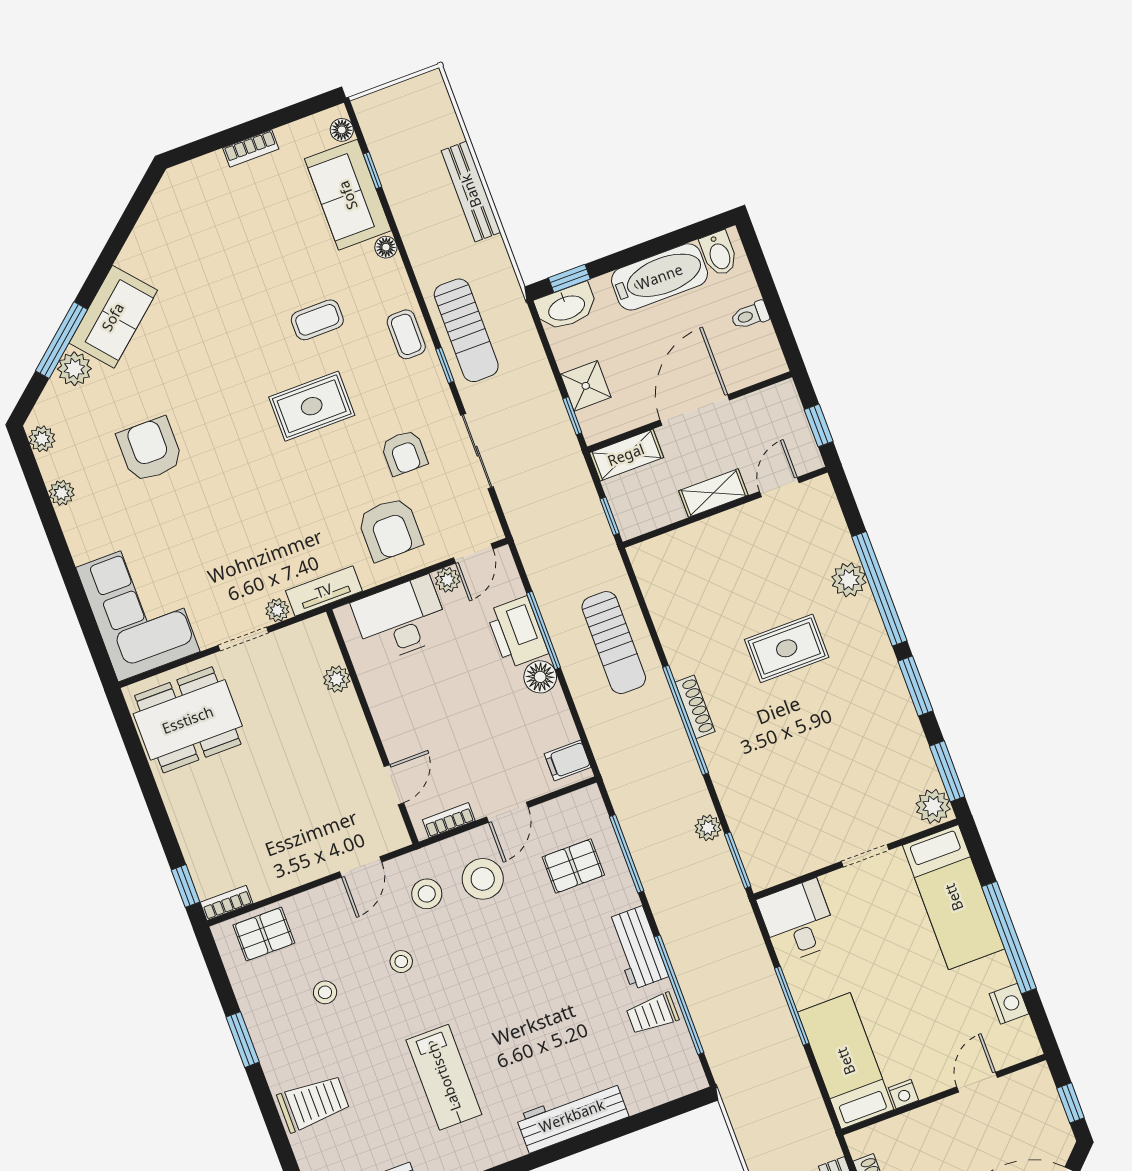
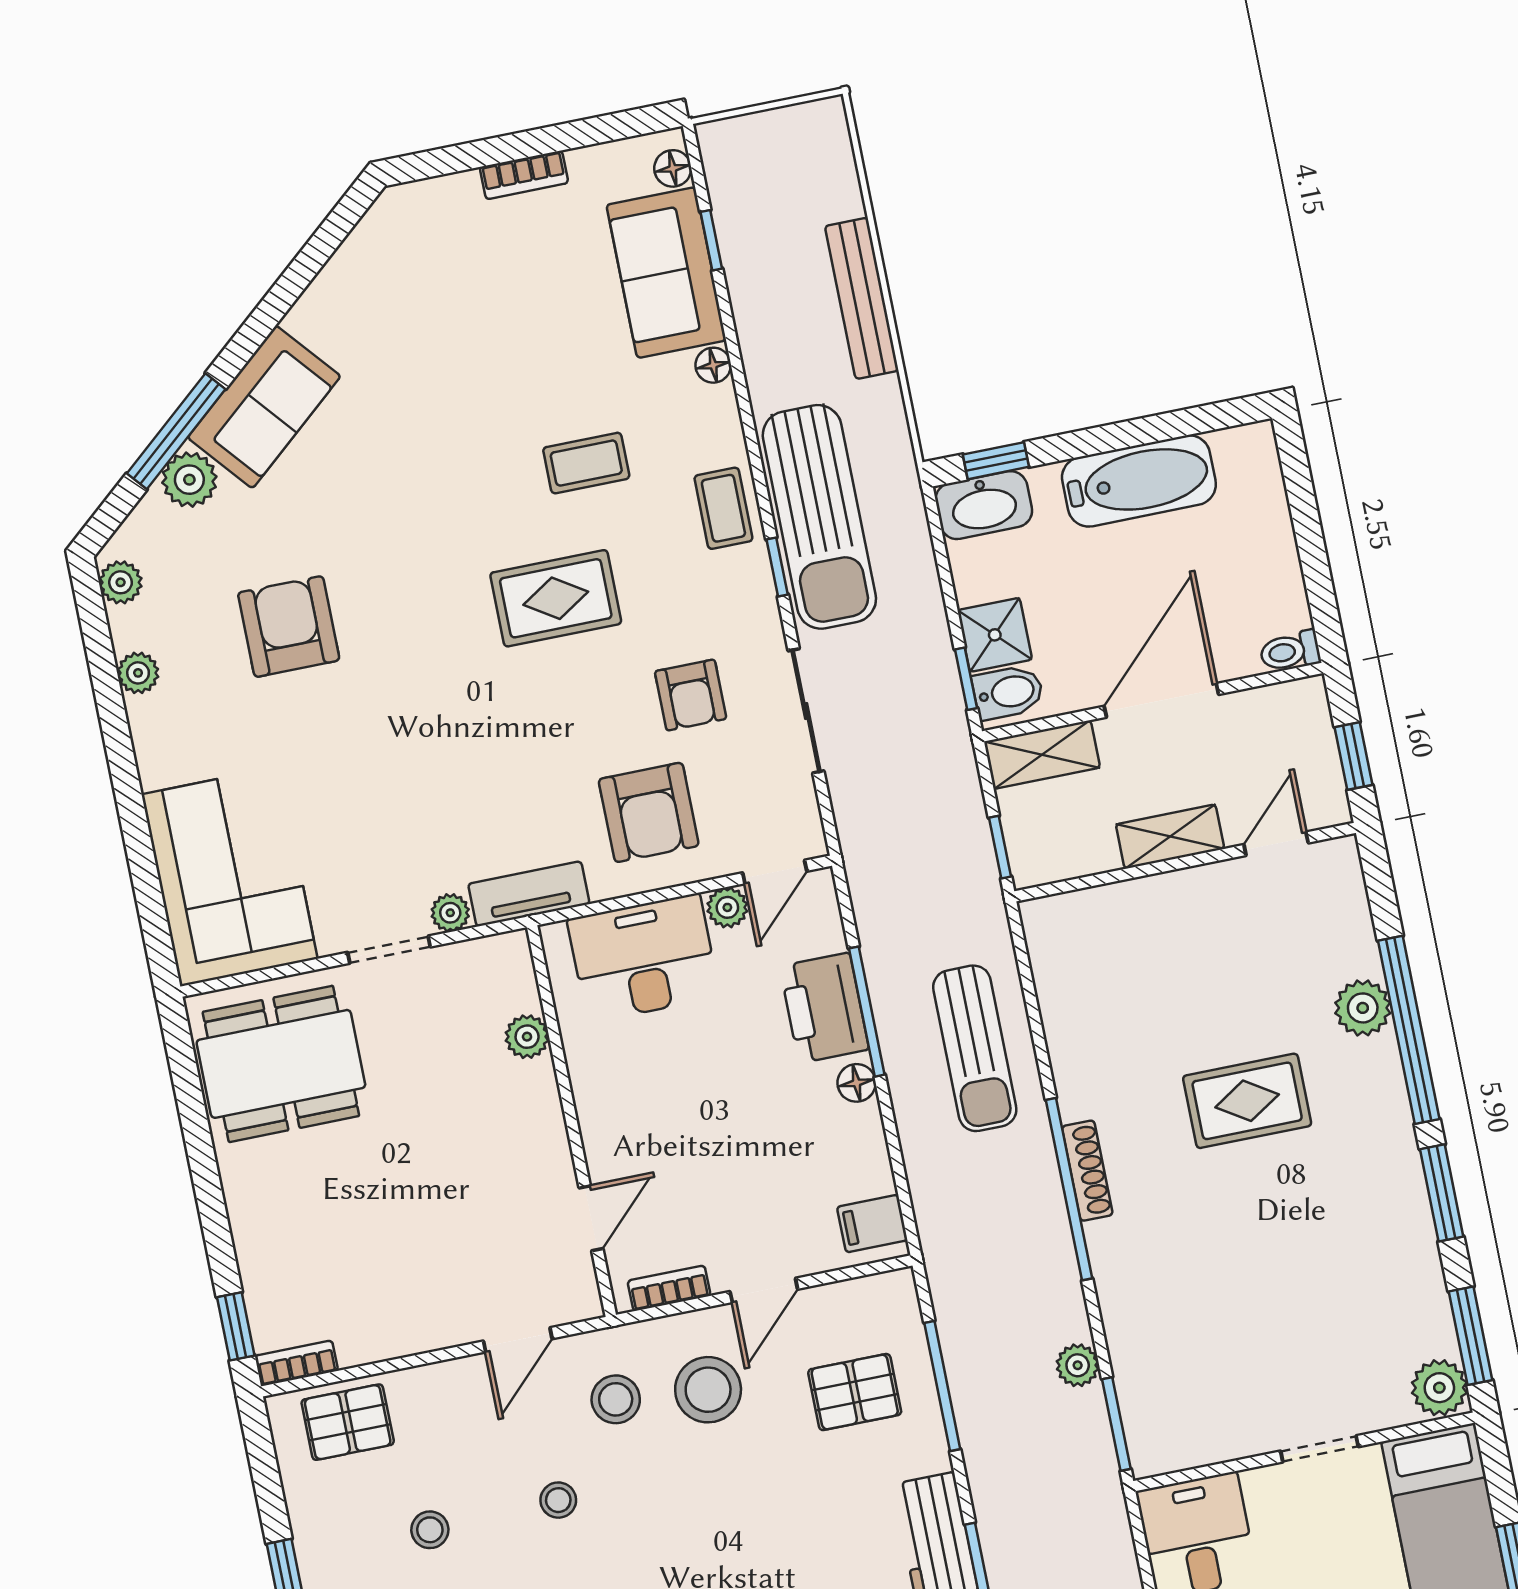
bidet: (719, 254) -> (1008, 692), moved, turned -90
toilet: (750, 315) -> (1290, 651), moved
sun lounger: (466, 330) -> (819, 517), width x1.36, depth x1.34
floor lamp: (540, 677) -> (857, 1083), width x0.73, depth x0.73

